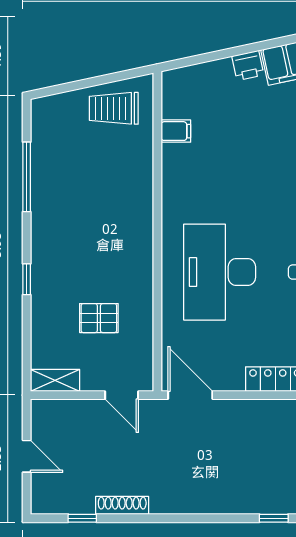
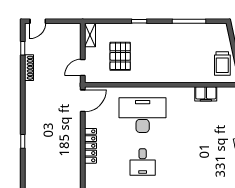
trolley: (114, 108) -> (222, 64), turned 180
filing cabinet: (176, 131) -> (206, 94), width x2.00
pallet: (99, 318) -> (120, 56), width x1.50, depth x1.42
door: (27, 456) -> (38, 21), moved

